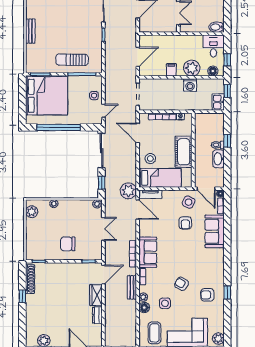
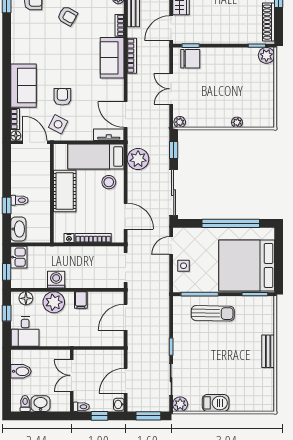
bidet: (217, 27) -> (21, 371), moved
washbasin: (219, 159) -> (18, 229), moved
plant: (128, 191) -> (138, 159), moved
plant: (32, 212) -> (266, 55), moved
chair: (68, 244) -> (190, 59), moved

